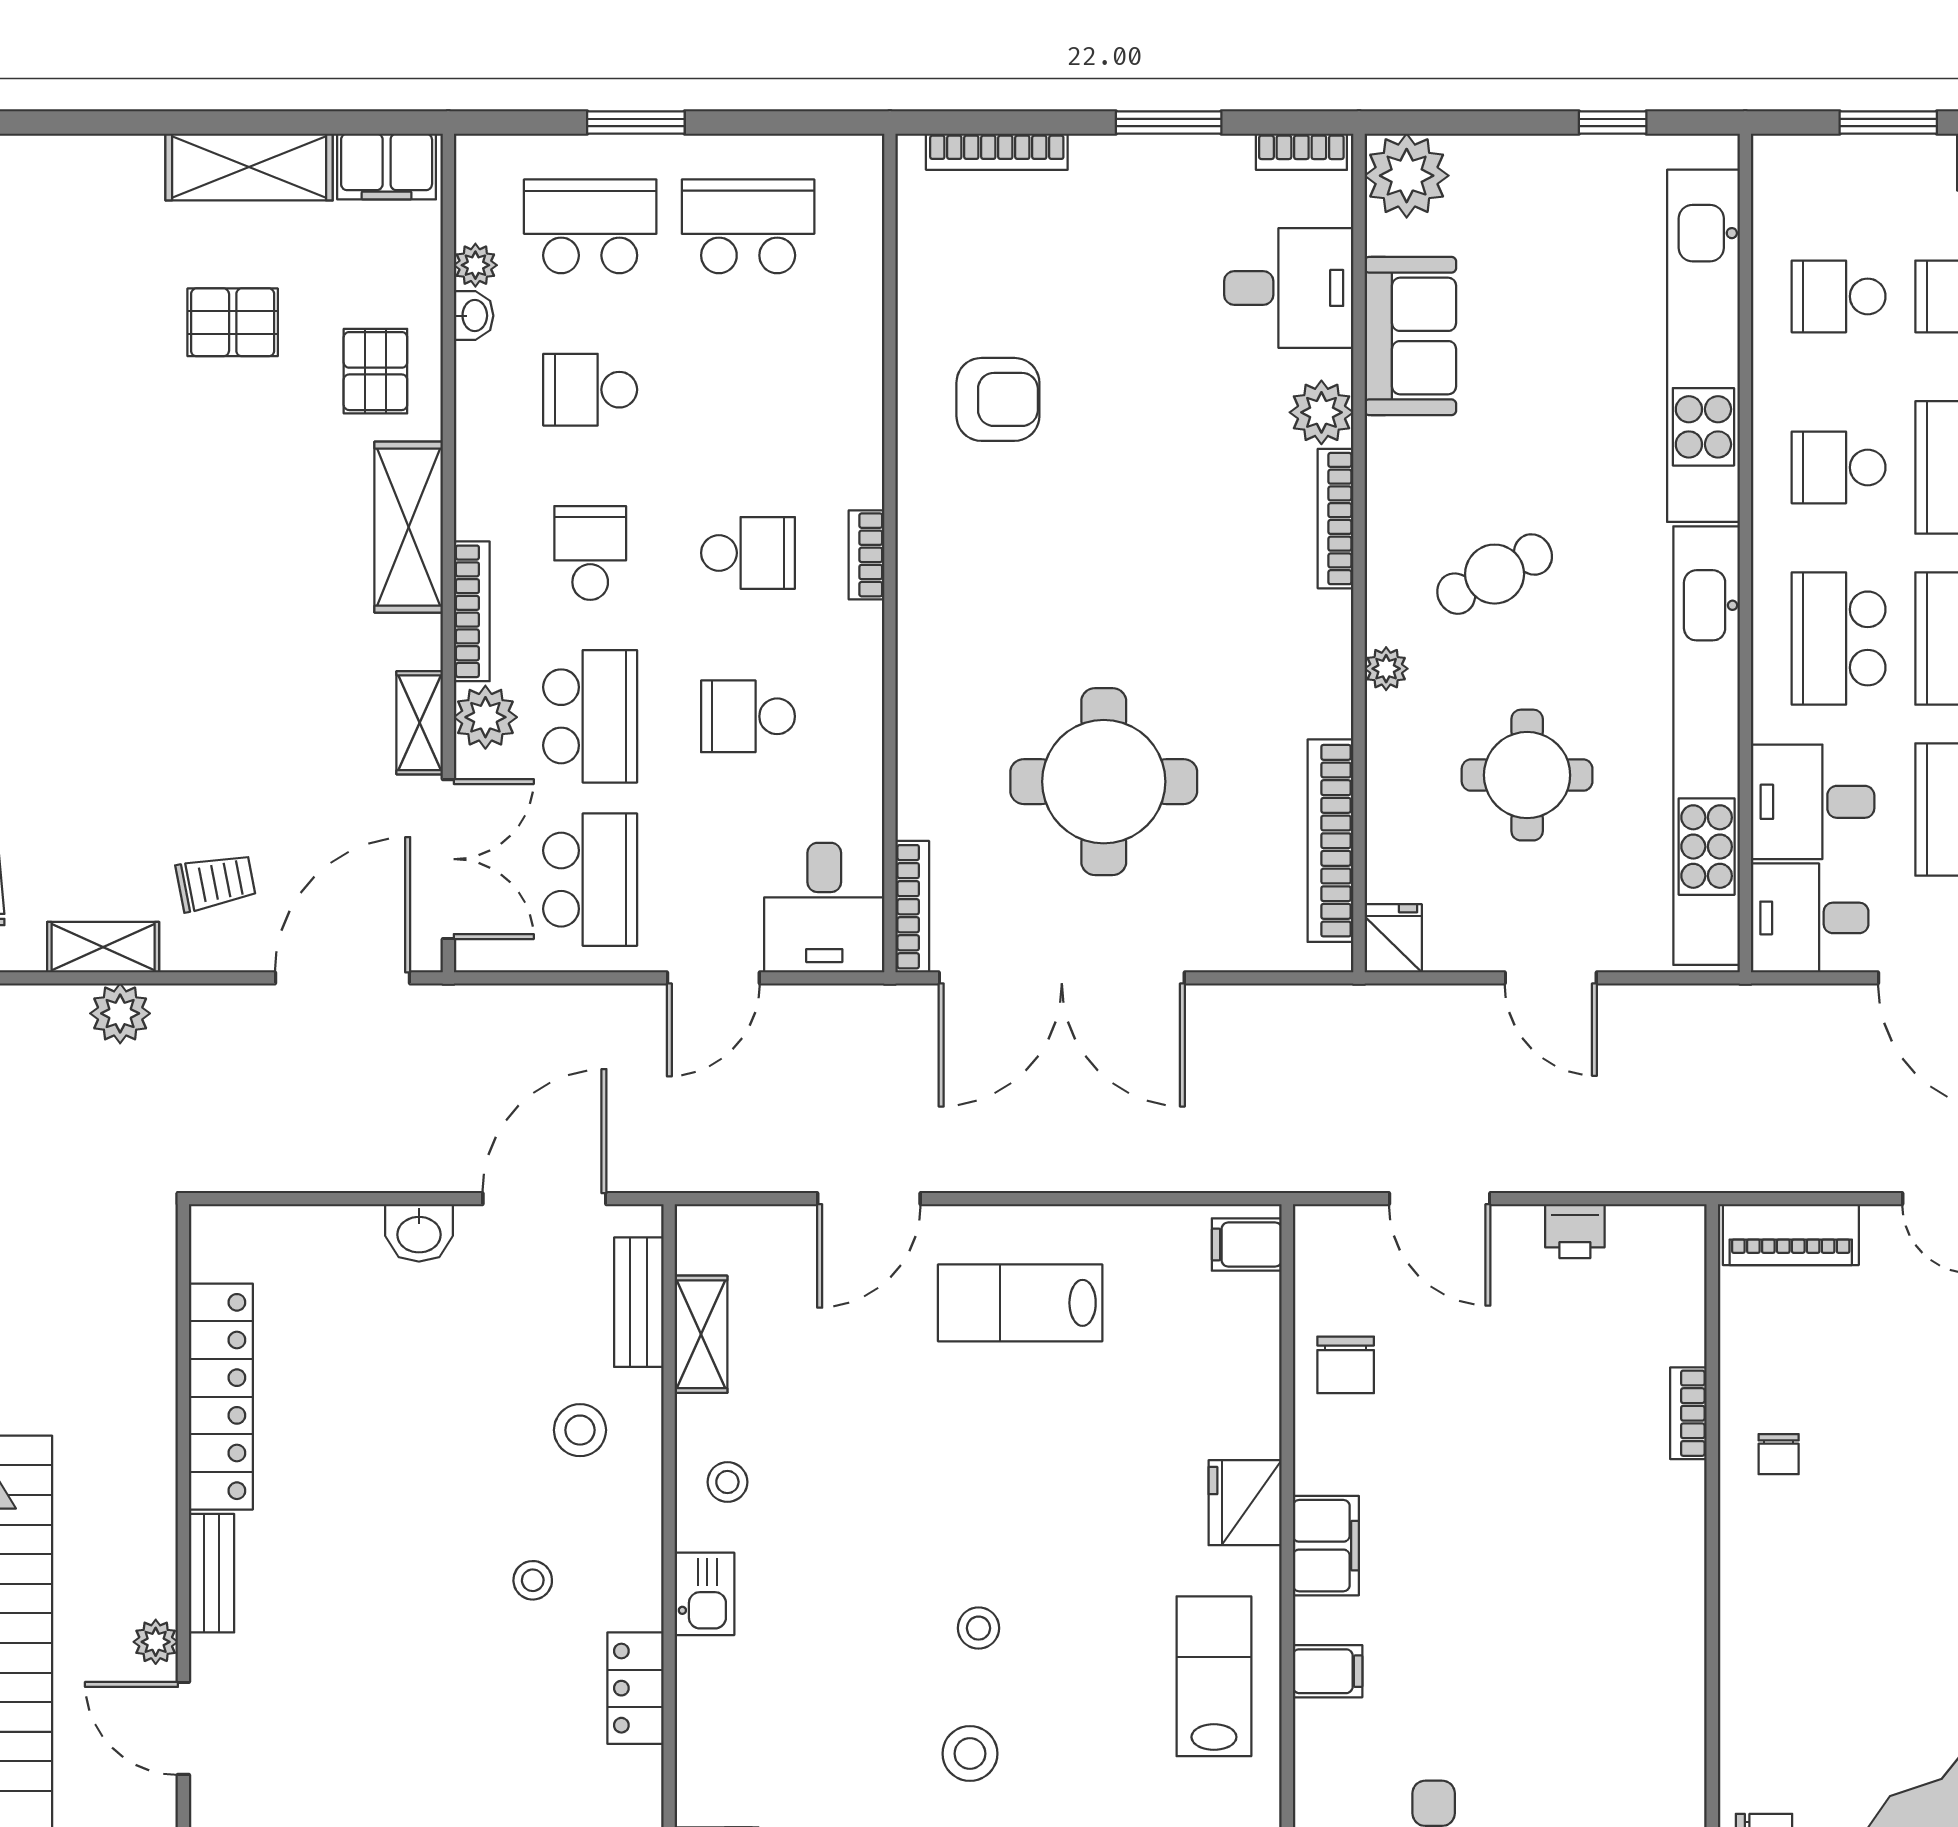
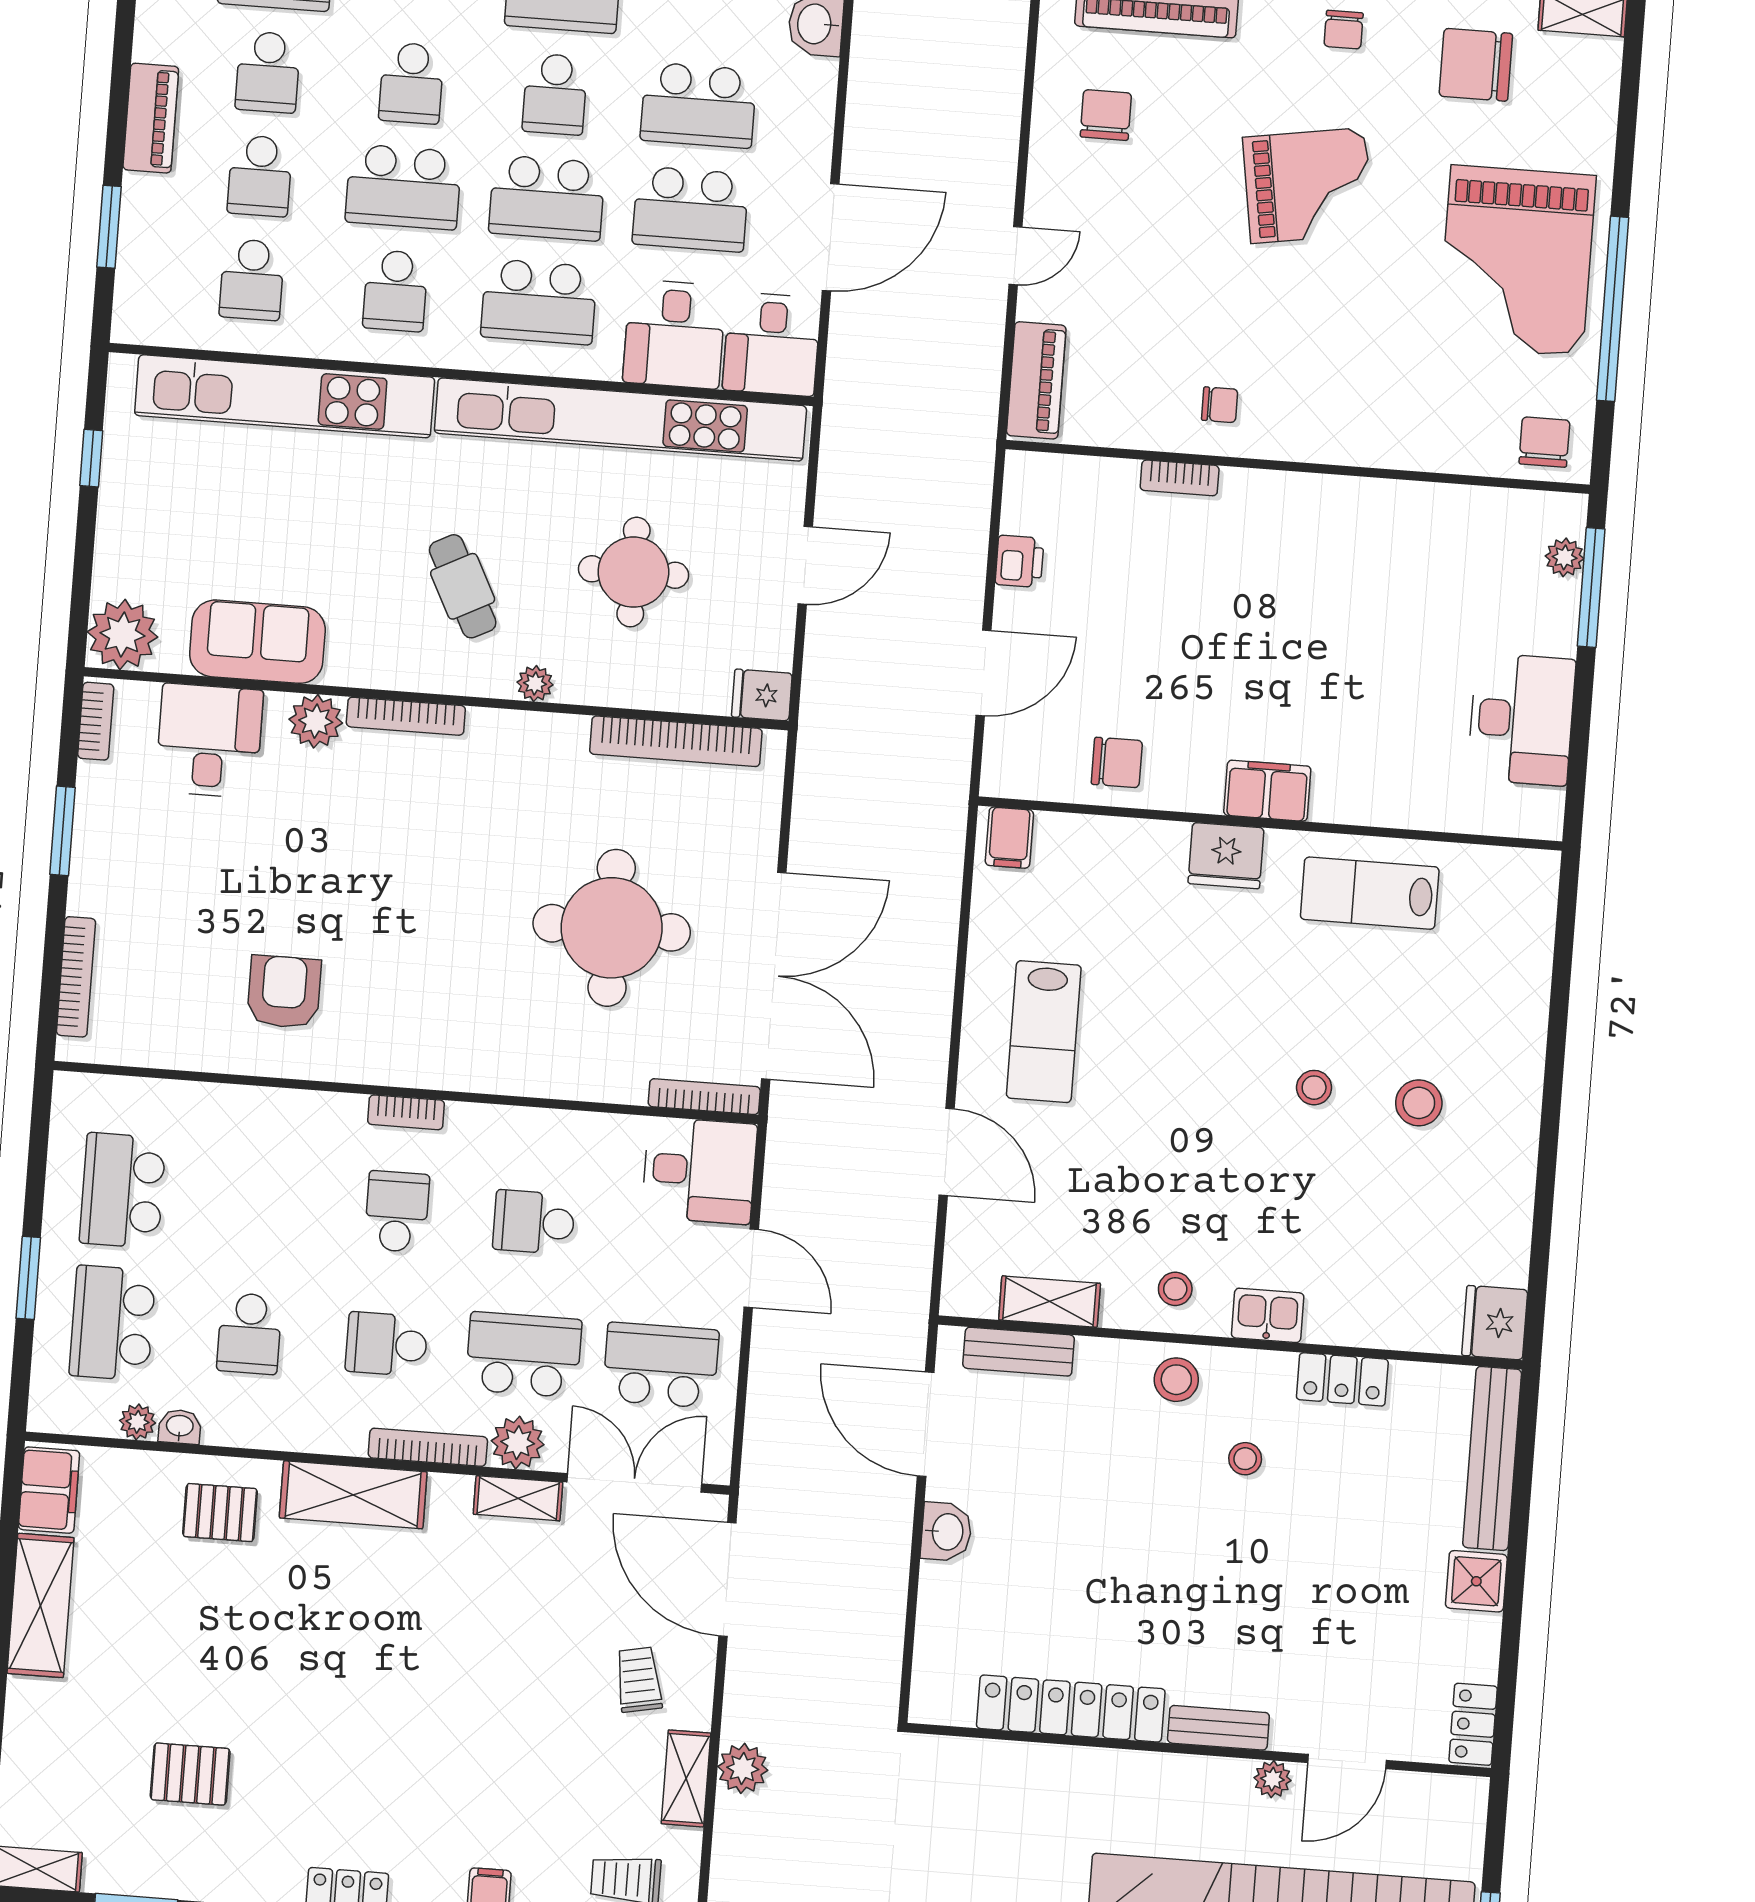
pallet: (233, 322) -> (190, 1774), moved, turned 90
school desk: (748, 716) -> (534, 1222), turned 90
stool: (580, 1430) -> (1176, 1380), moved
filing cabinet: (1328, 1671) -> (1373, 797), removed

